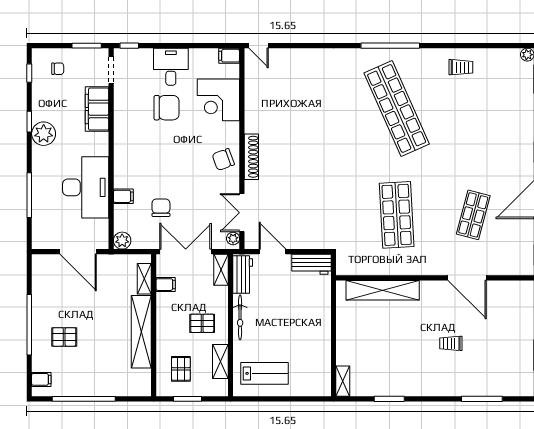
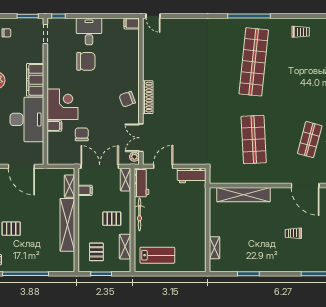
corner desk: (218, 100) -> (62, 104), moved, turned 180
shop shelf: (397, 108) -> (254, 62), turned 30
filing cabinet: (97, 109) -> (35, 80), moved
plant: (122, 241) -> (53, 158), removed
door: (272, 252) -> (163, 166), hinge flipped
shelving: (343, 381) -> (215, 248), moved

